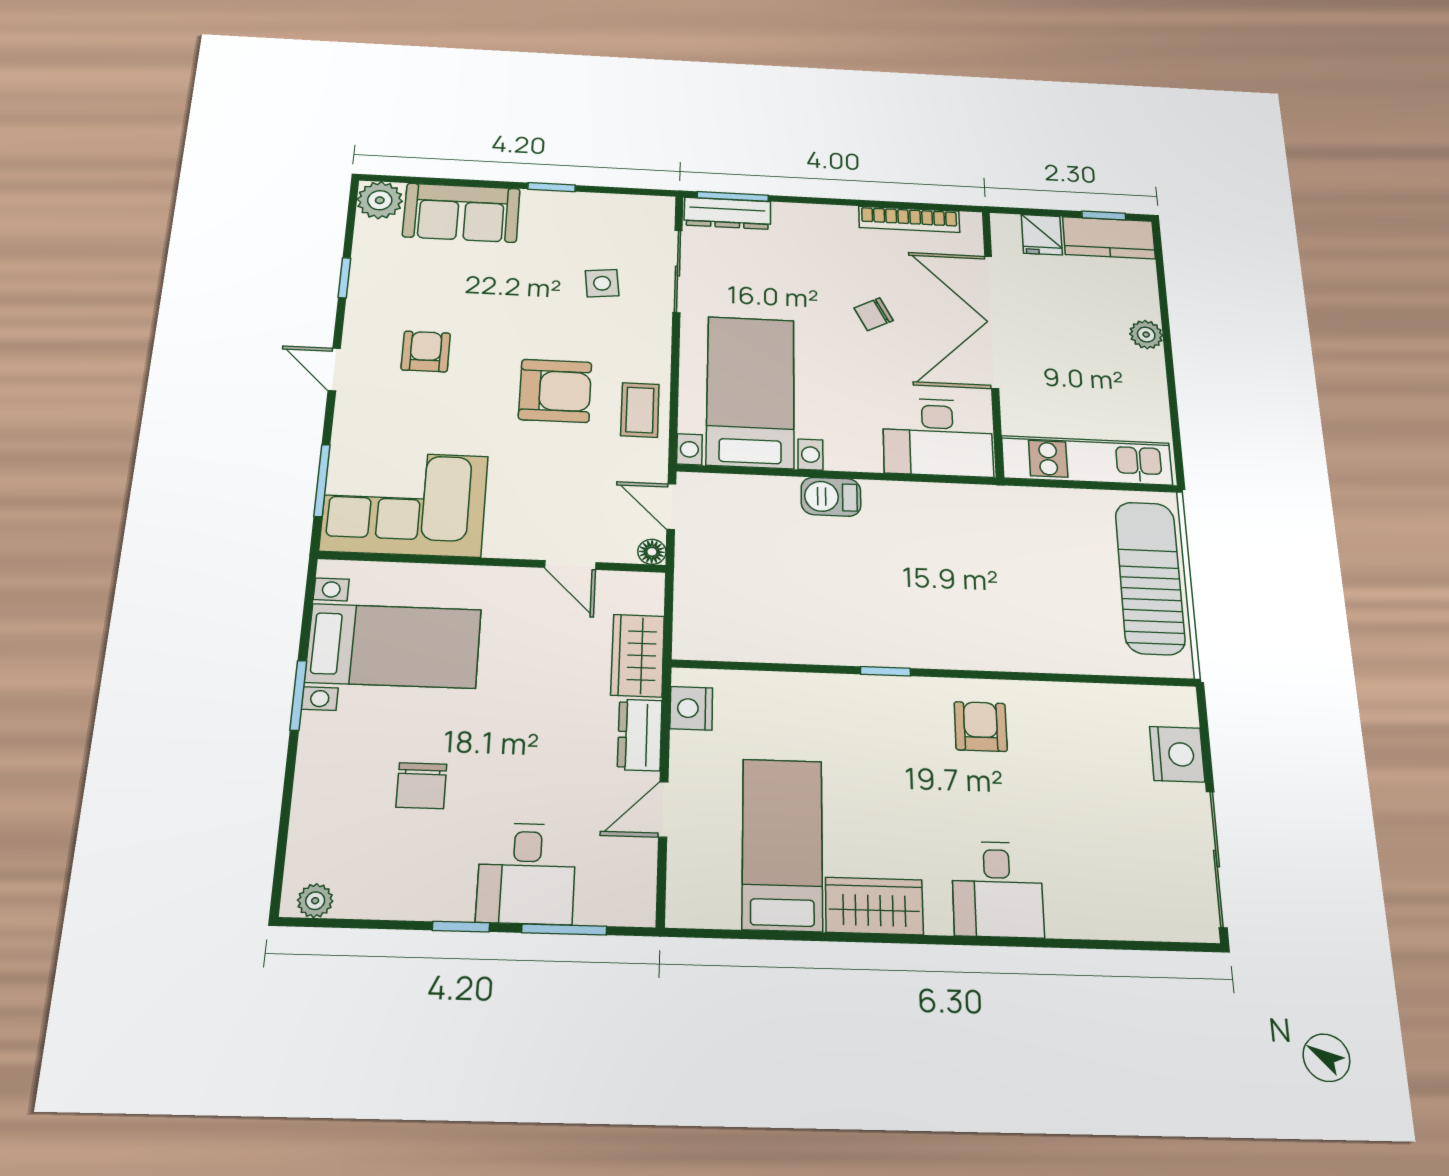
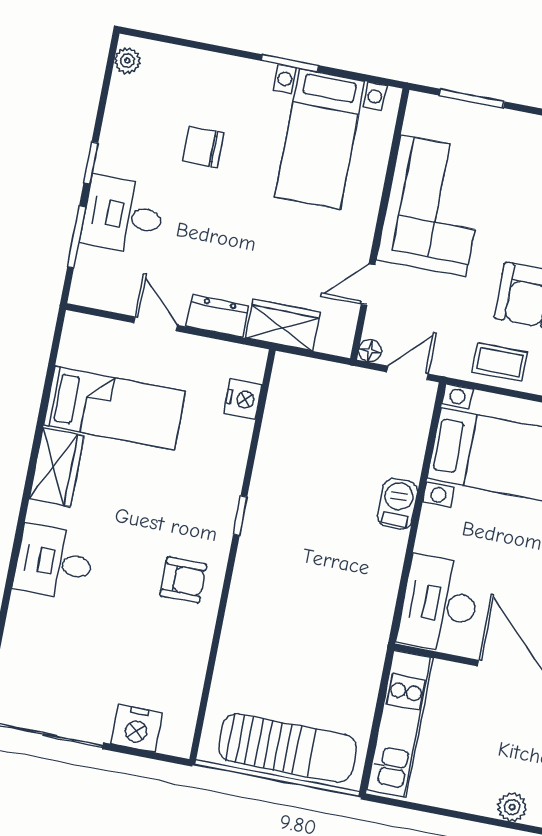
corner sofa: (404, 503) -> (433, 206), moved
nightstand: (691, 708) -> (243, 399), moved, turned 90

